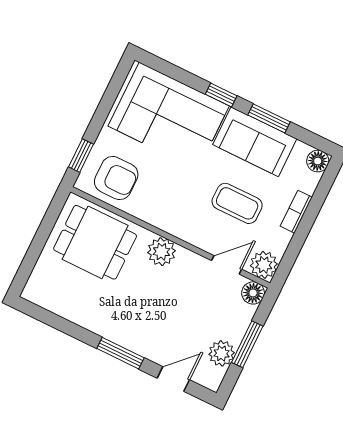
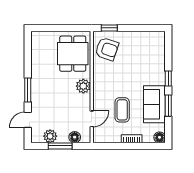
corner sofa: (169, 116) -> (147, 59), removed
armchair: (116, 178) -> (107, 49), turned -71
door: (227, 265) -> (92, 119), hinge flipped
plant: (264, 265) -> (100, 136), removed
floor lamp: (253, 293) -> (75, 137), moved
door: (173, 379) -> (28, 120), swing flipped

